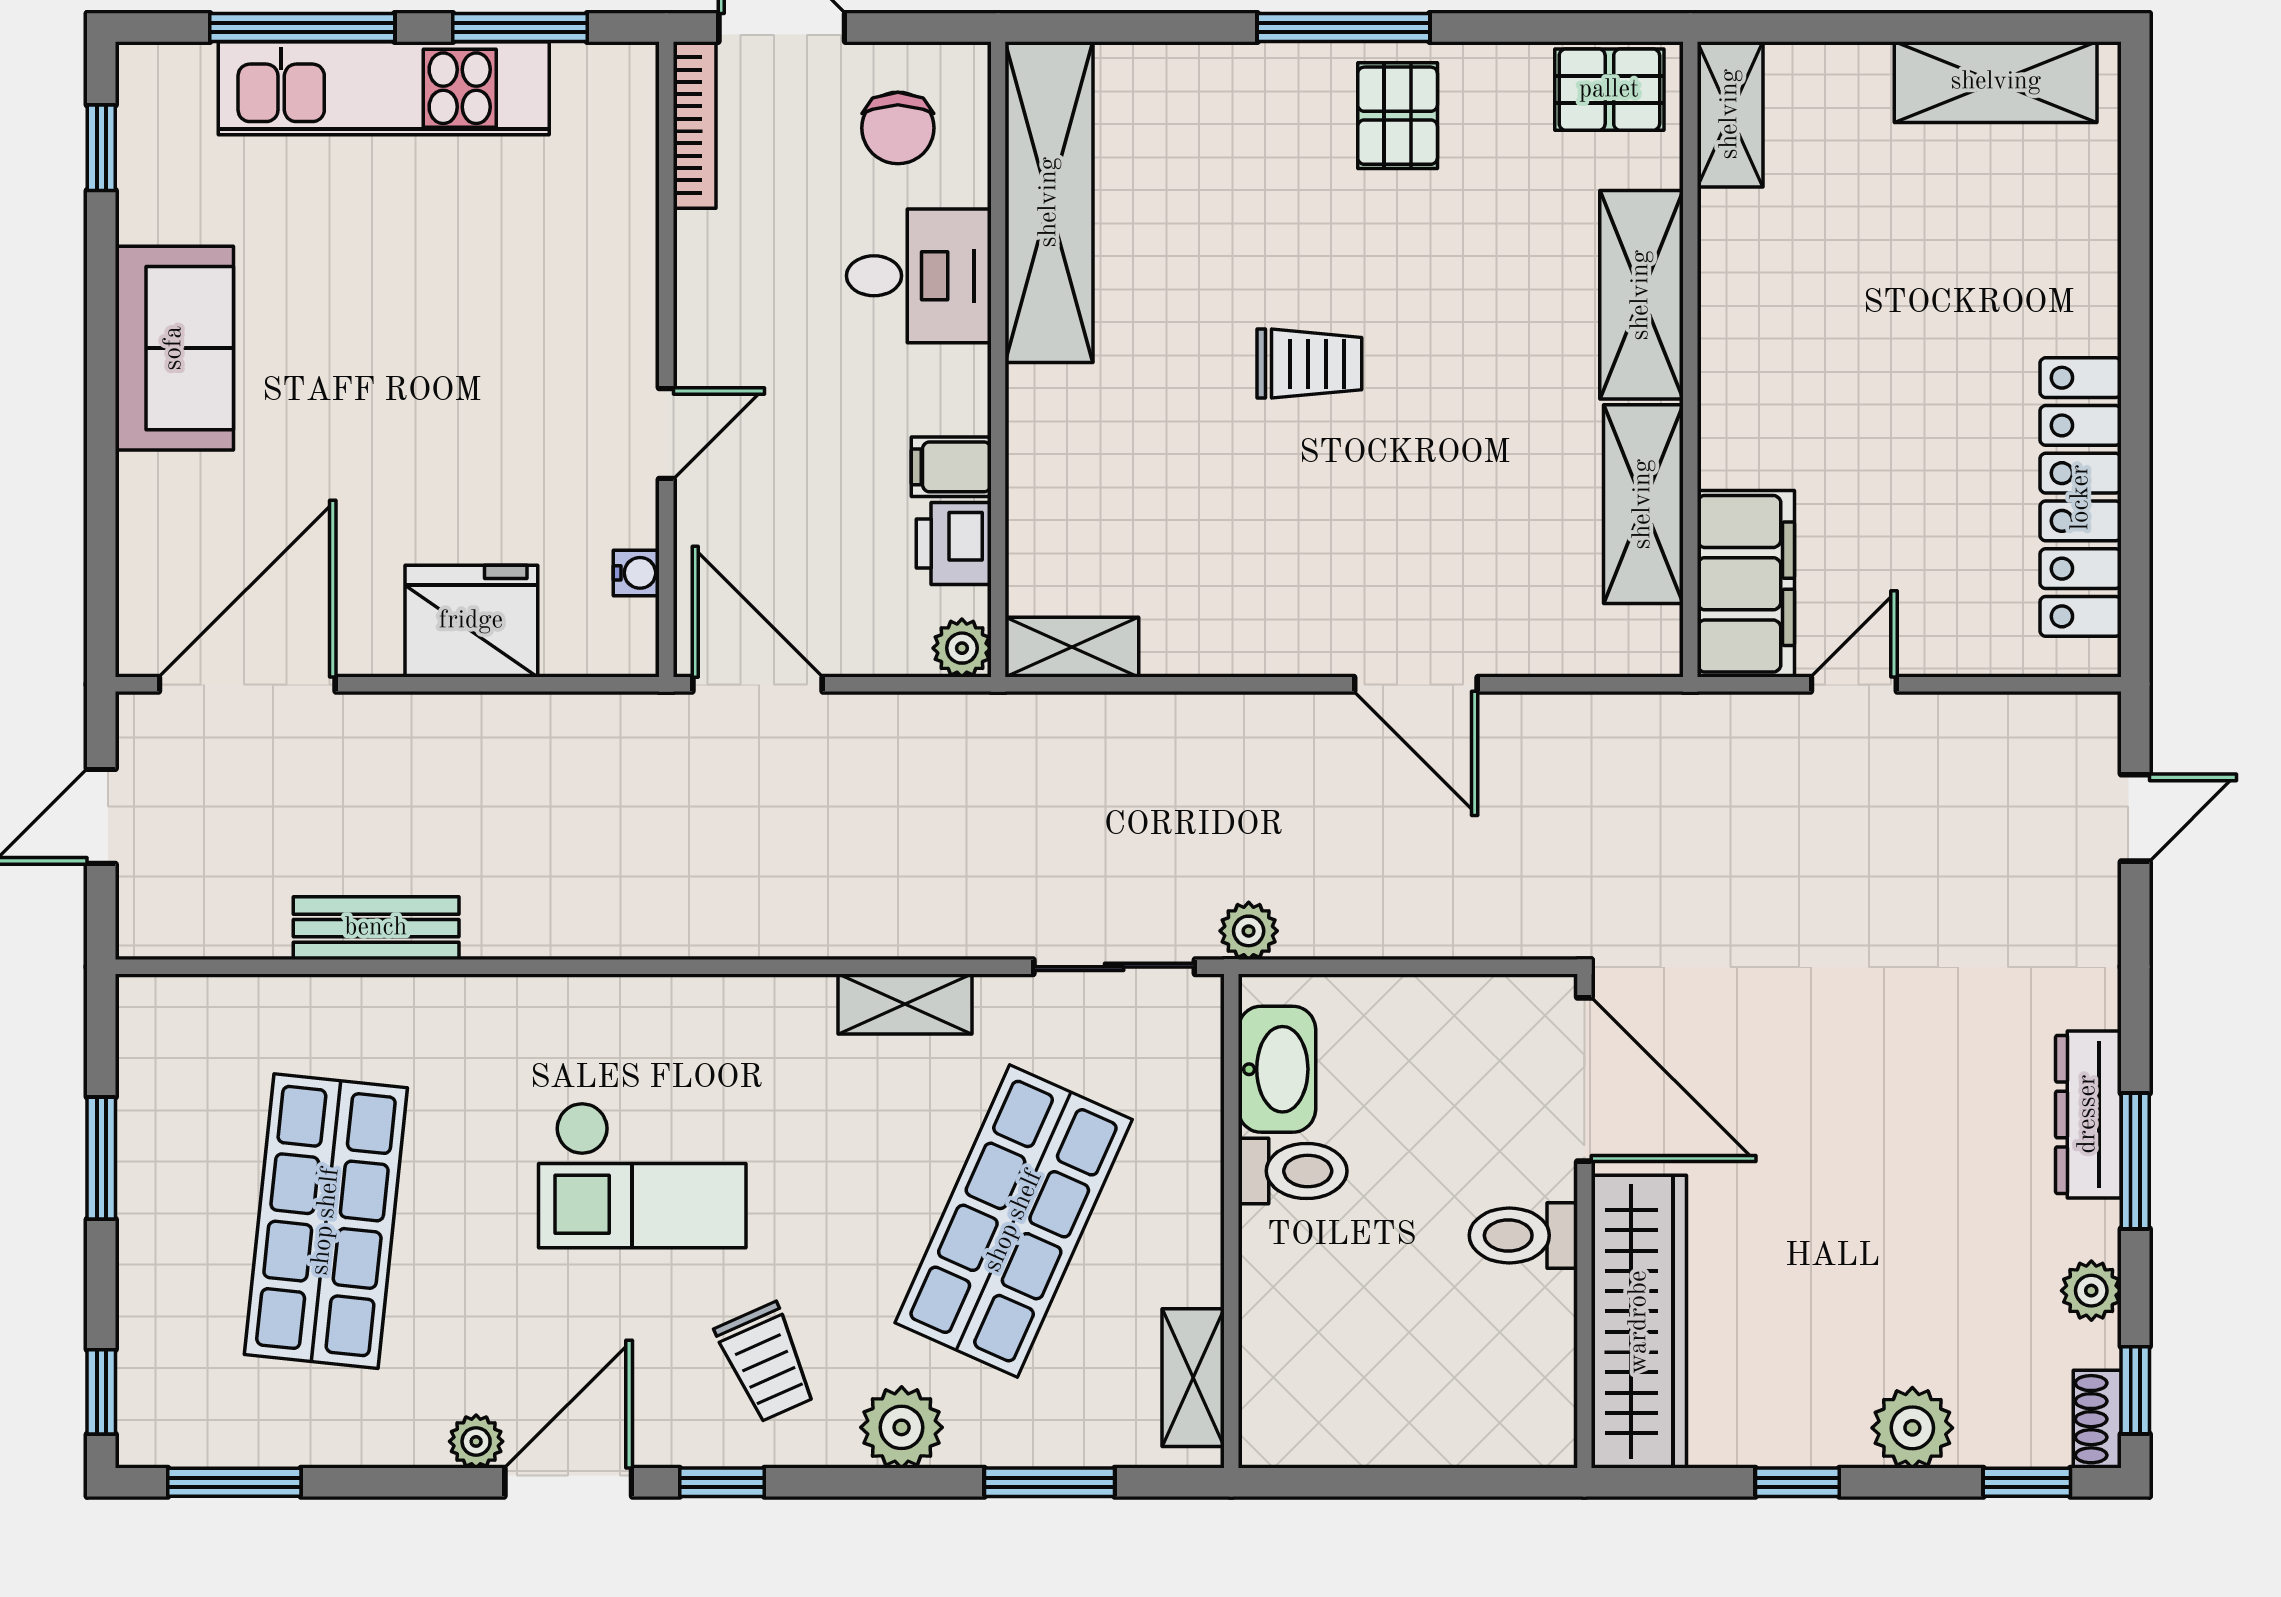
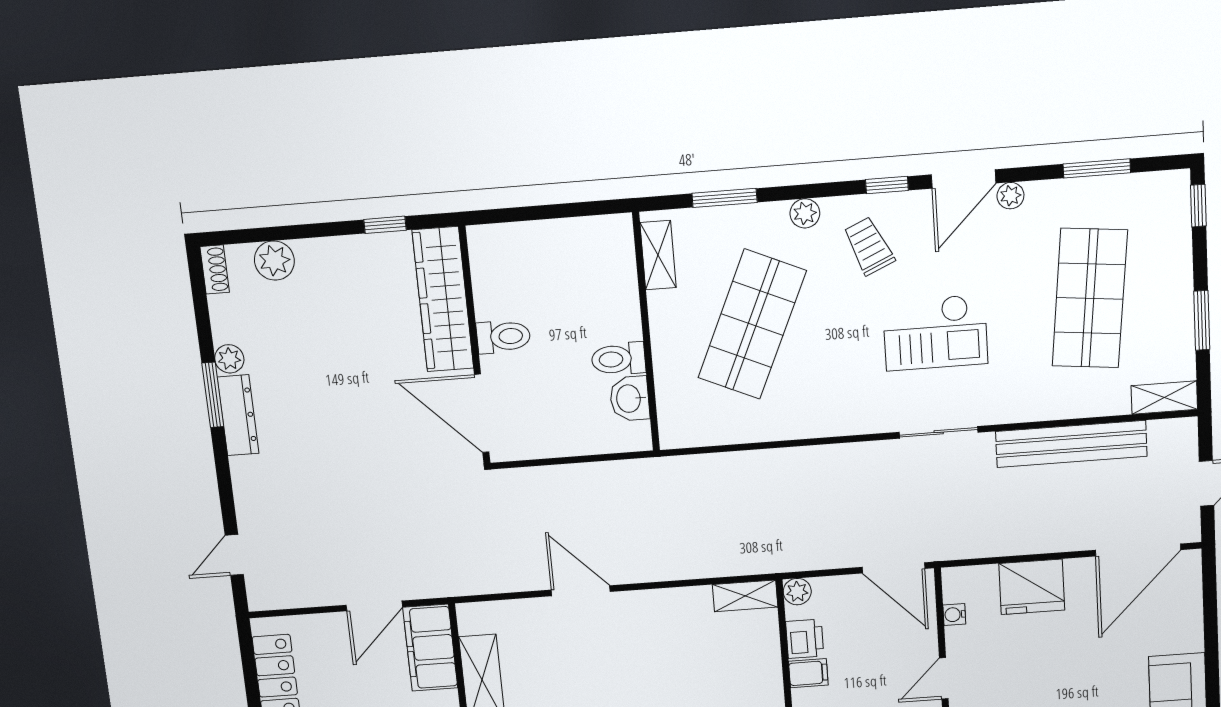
door: (1854, 684) -> (374, 606), width x1.38
bench: (376, 928) -> (1071, 444), width x1.86, depth x1.21
plant: (1249, 931) -> (650, 471), removed
sliding door: (1114, 967) -> (939, 432), moved
shelving: (905, 1004) -> (1164, 398), moved
washbasin: (1277, 1069) -> (630, 399), width x0.72
checkout: (642, 1175) -> (935, 333), turned 180
plant: (2091, 1291) -> (229, 359), moved
window: (2135, 1390) -> (198, 285), removed
plant: (902, 1427) -> (805, 213), width x0.73, depth x0.73
plant: (1912, 1428) -> (274, 261), moved
window: (234, 1482) -> (1097, 168), moved
window: (1797, 1482) -> (385, 225), moved
window: (2027, 1482) -> (245, 236), removed

